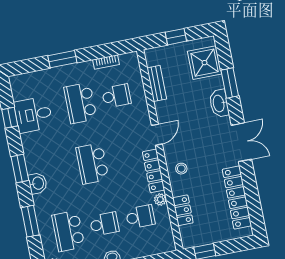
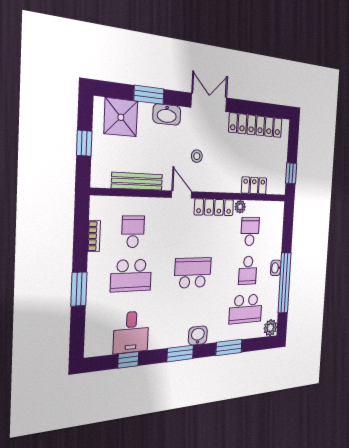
bench: (157, 83) -> (137, 181), width x1.36
school desk: (92, 163) -> (193, 273), turned 180
stool: (181, 169) -> (197, 156), moved
school desk: (104, 224) -> (248, 270), turned 180

